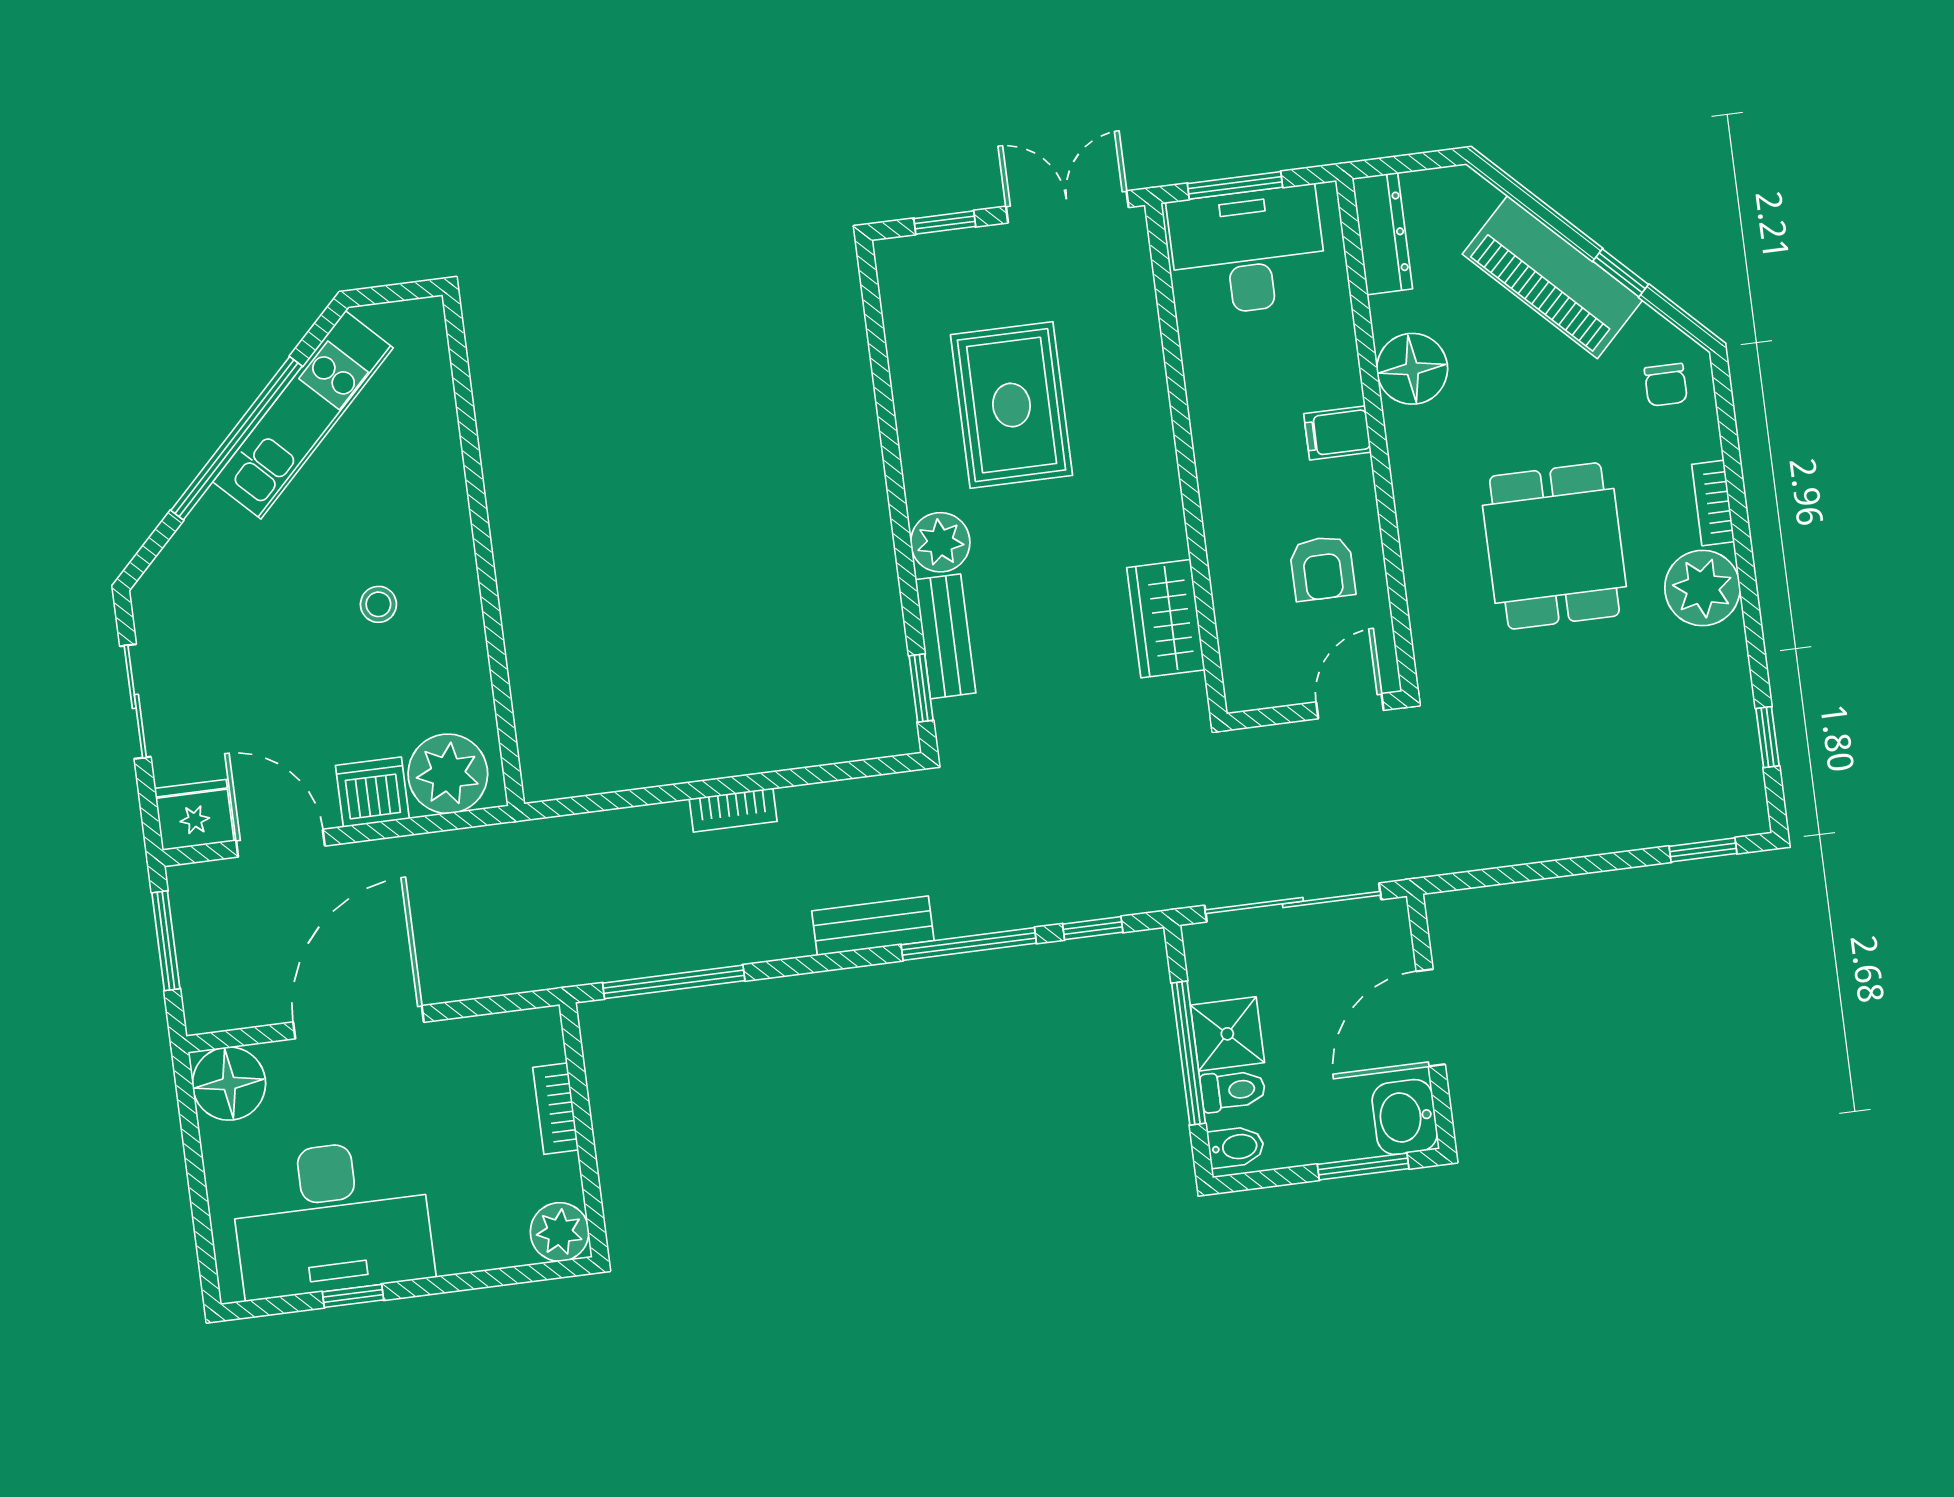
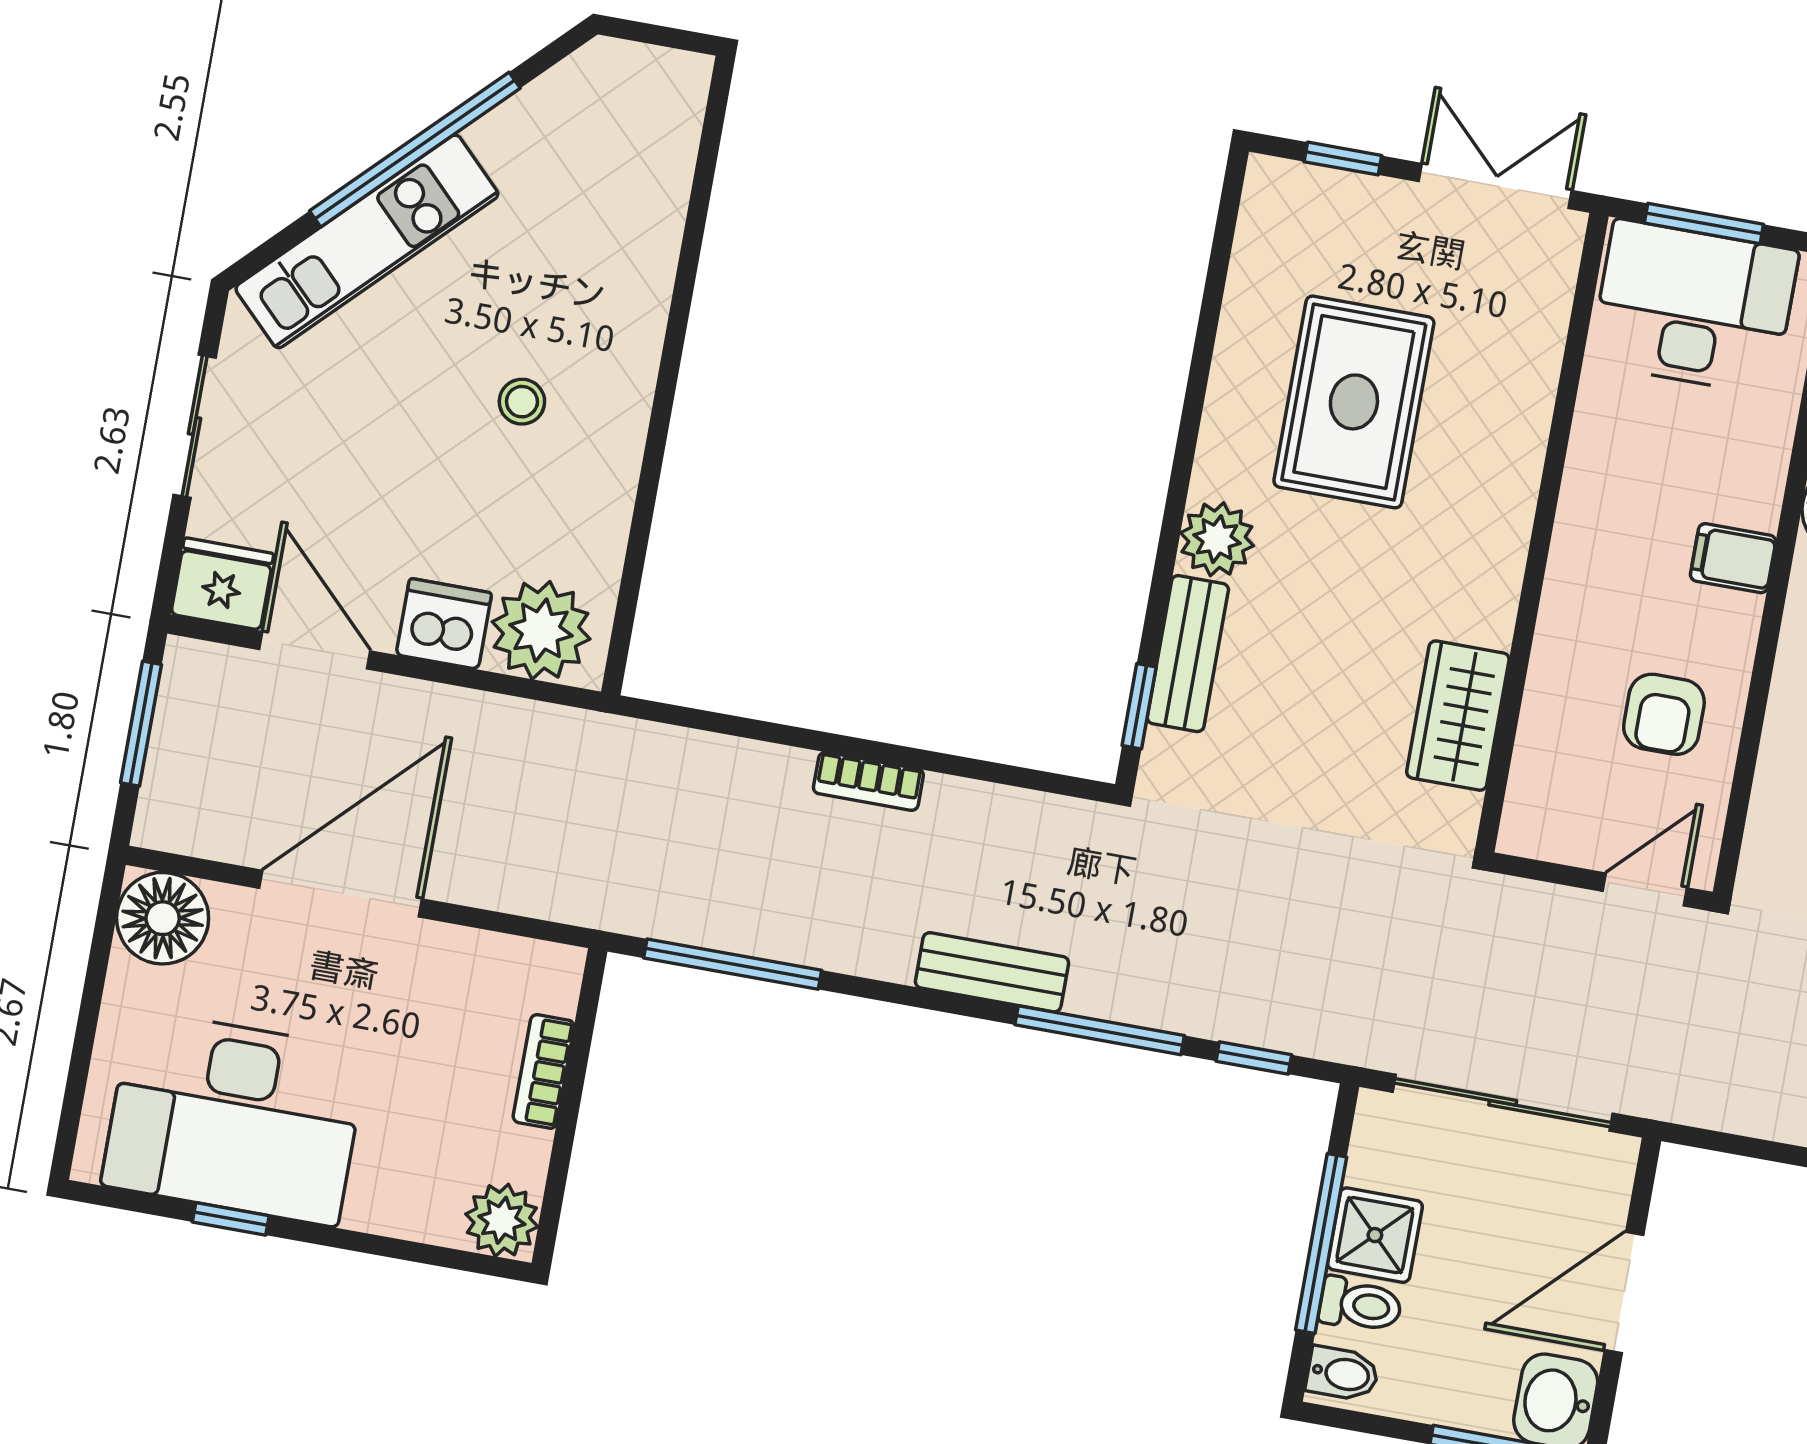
kitchen unit: (303, 415) -> (367, 241), moved

